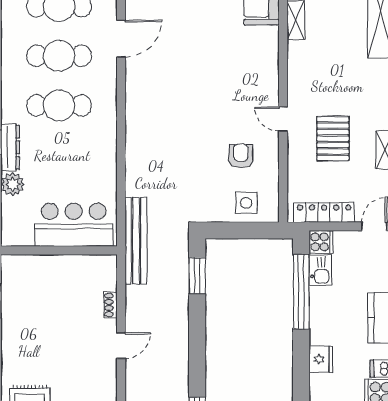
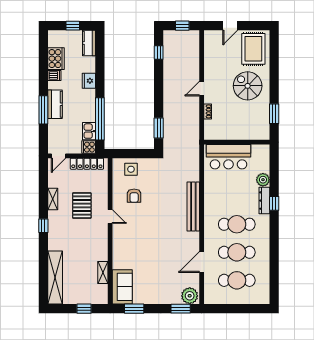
bench: (136, 241) -> (193, 206), moved
spiral stairs: (40, 350) -> (248, 86), added

